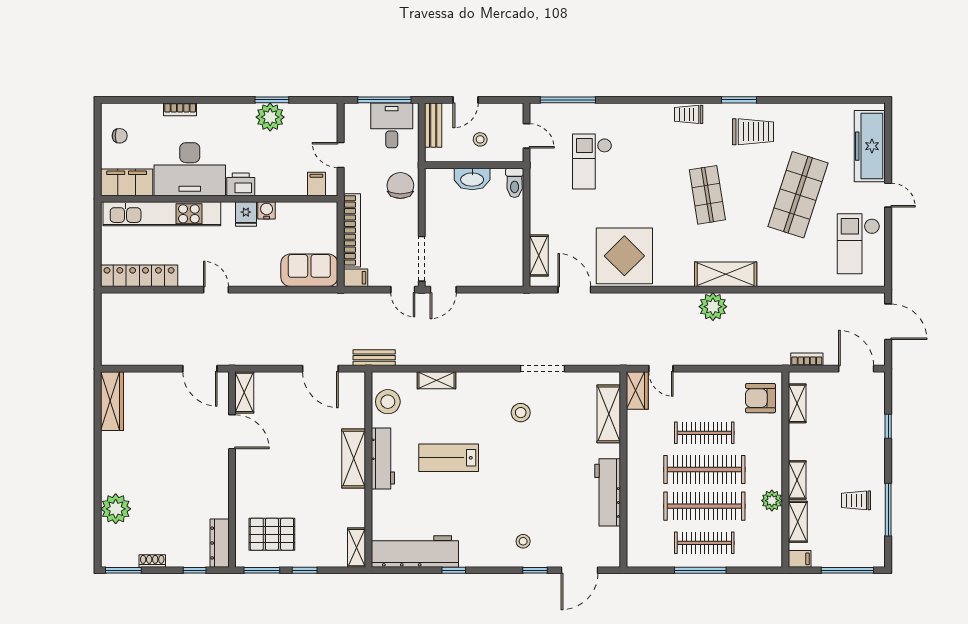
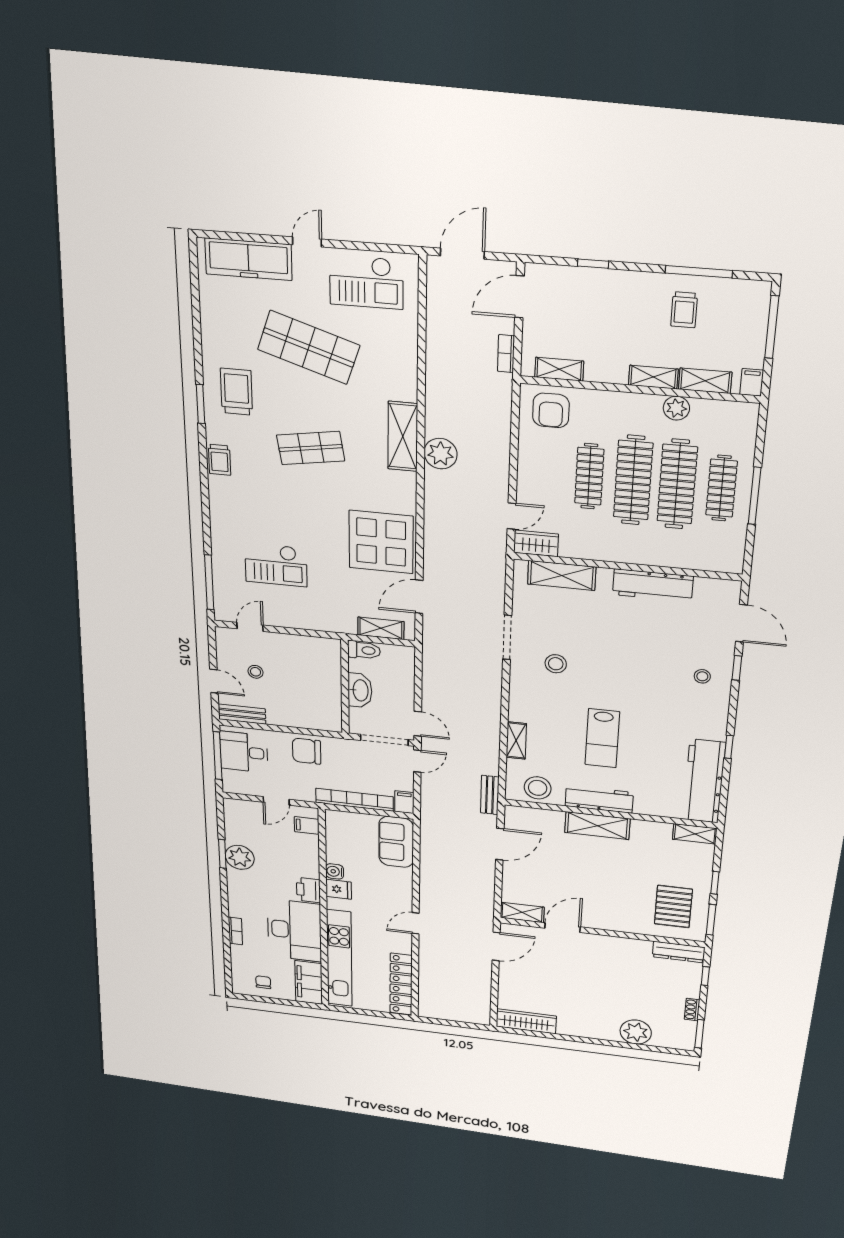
wall: (474, 165) -> (345, 687), moved
washbasin: (472, 179) -> (360, 690), moved
toilet: (515, 183) -> (364, 650), moved

